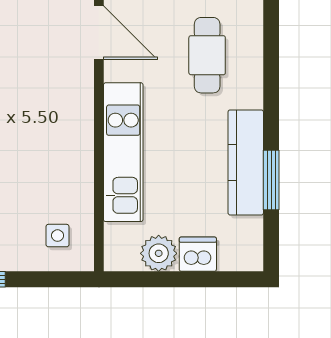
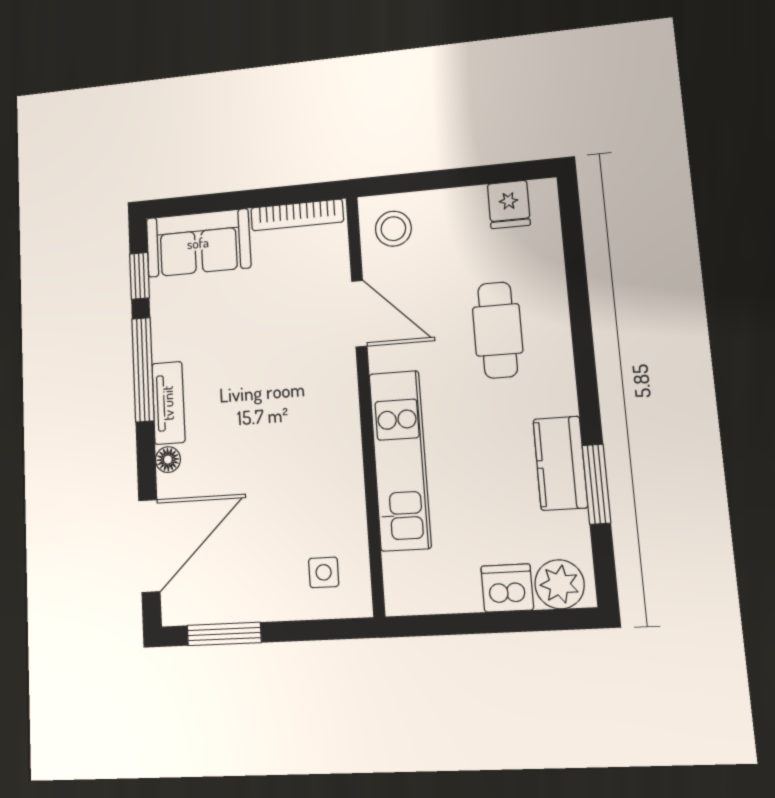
kitchen counter: (246, 162) -> (560, 463), width x0.67
plant: (159, 253) -> (560, 584), moved

